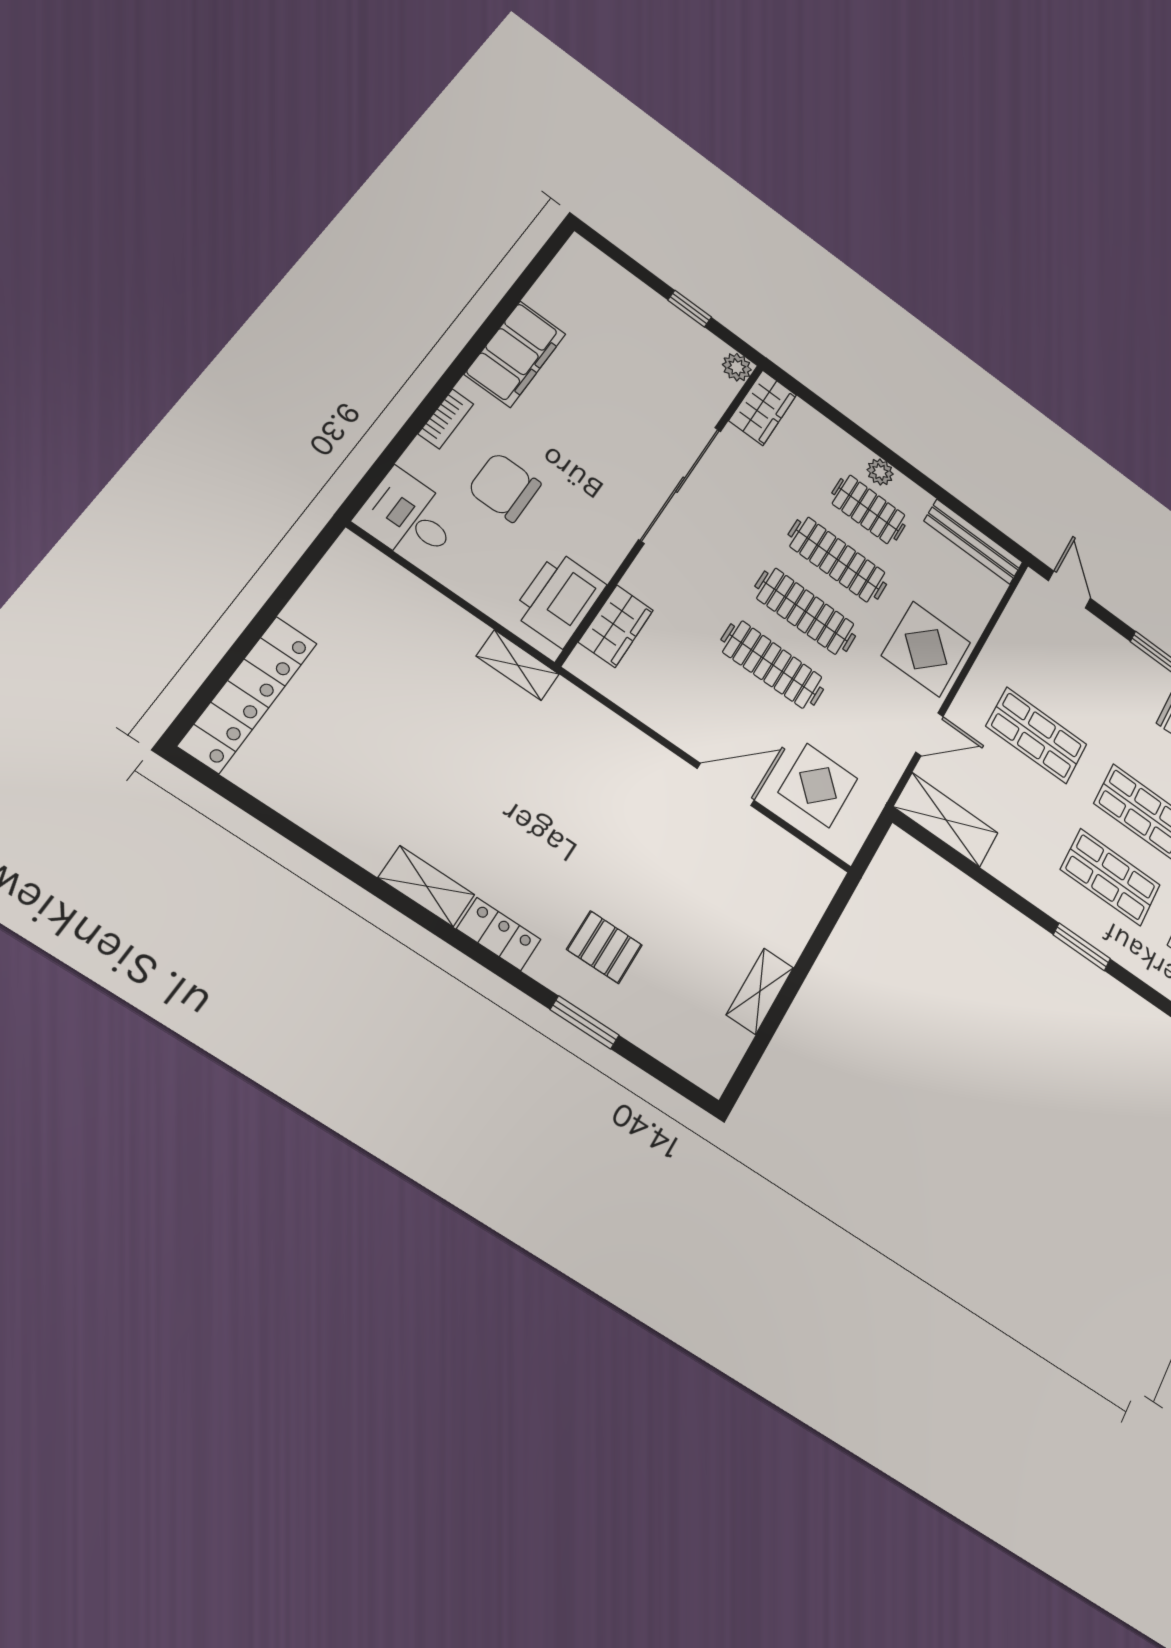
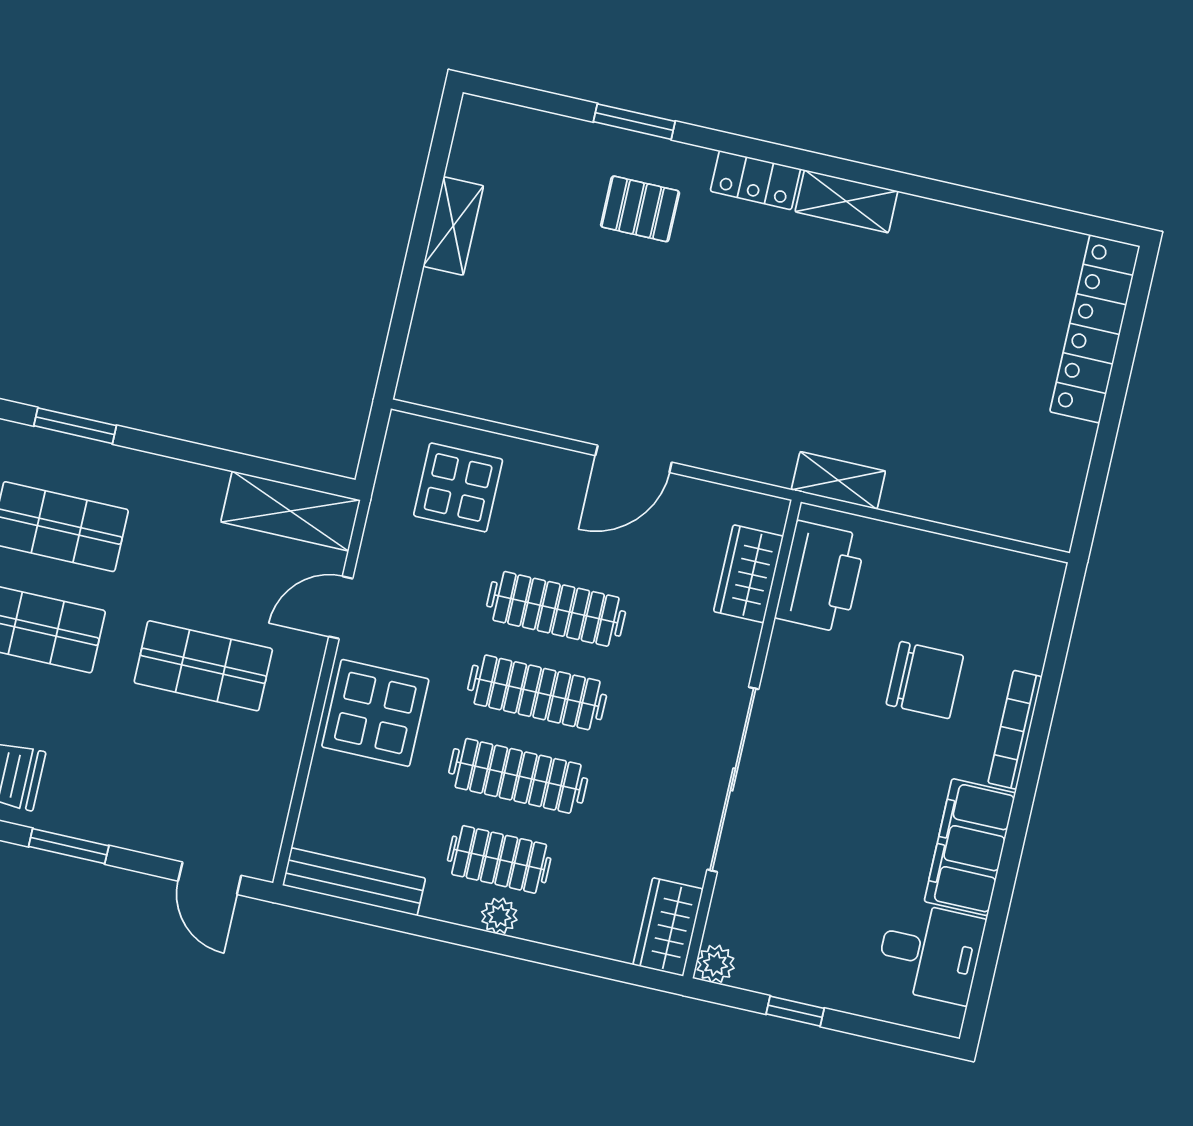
bookcase: (446, 419) -> (1015, 730), width x1.56
desk: (409, 518) -> (930, 952), moved
door: (726, 784) -> (634, 459), moved

